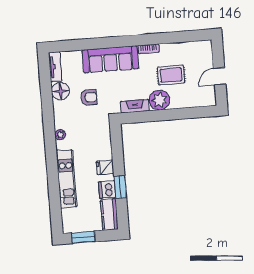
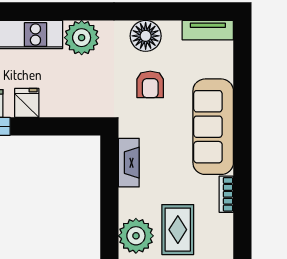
floor lamp: (60, 91) -> (146, 36), moved
plant: (160, 100) -> (136, 236), moved
plant: (60, 135) -> (82, 38), width x1.87, depth x1.87

